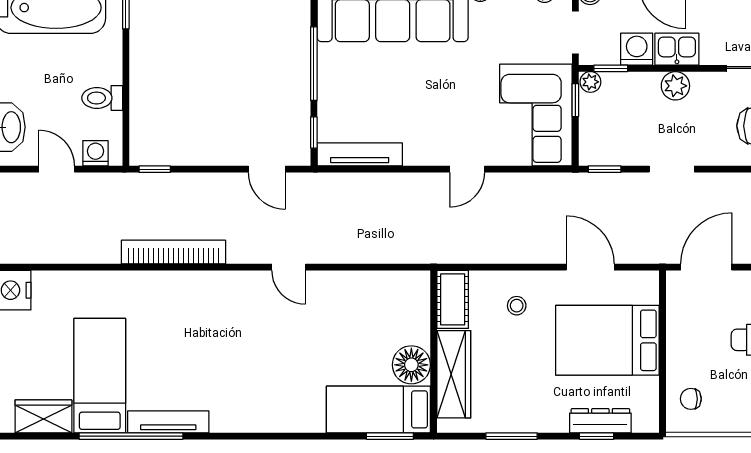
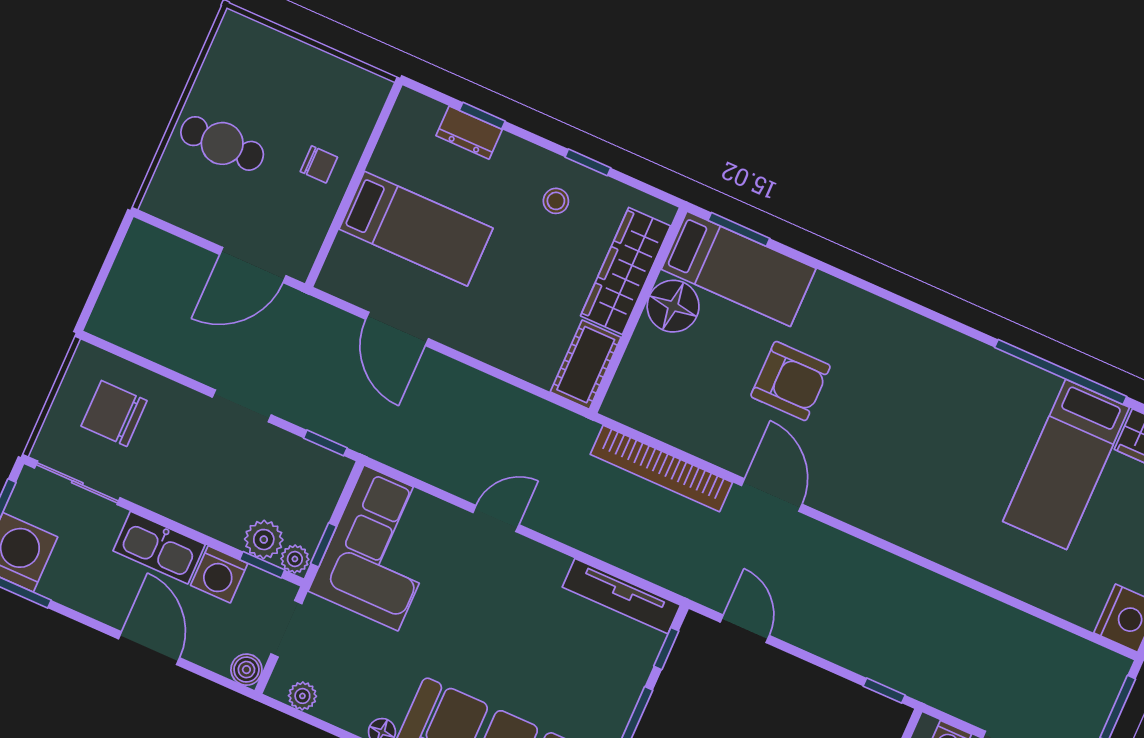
kitchen sink: (677, 49) -> (159, 548), width x1.38
plant: (675, 86) -> (264, 540), moved
bookcase: (173, 252) -> (661, 468), moved
door: (289, 267) -> (772, 495), width x1.38
stool: (517, 306) -> (556, 201), moved
bed: (607, 340) -> (416, 229), width x0.67
armchair: (310, 349) -> (790, 381), added
chair: (691, 399) -> (319, 164), moved
dresser: (600, 421) -> (469, 133), width x0.70
tv unit: (168, 422) -> (1007, 369), removed
window: (512, 436) -> (588, 162), width x0.67

